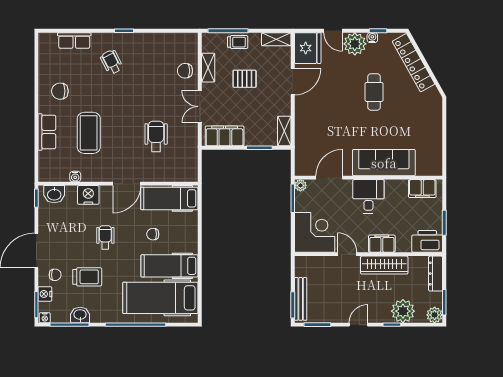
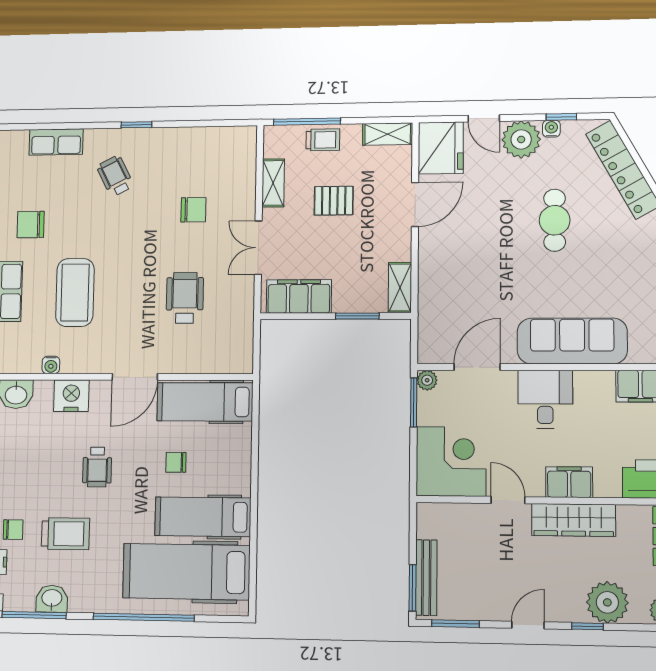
chair: (185, 71) -> (193, 210), moved, turned 180
wheelchair: (105, 237) -> (97, 467), turned 180

